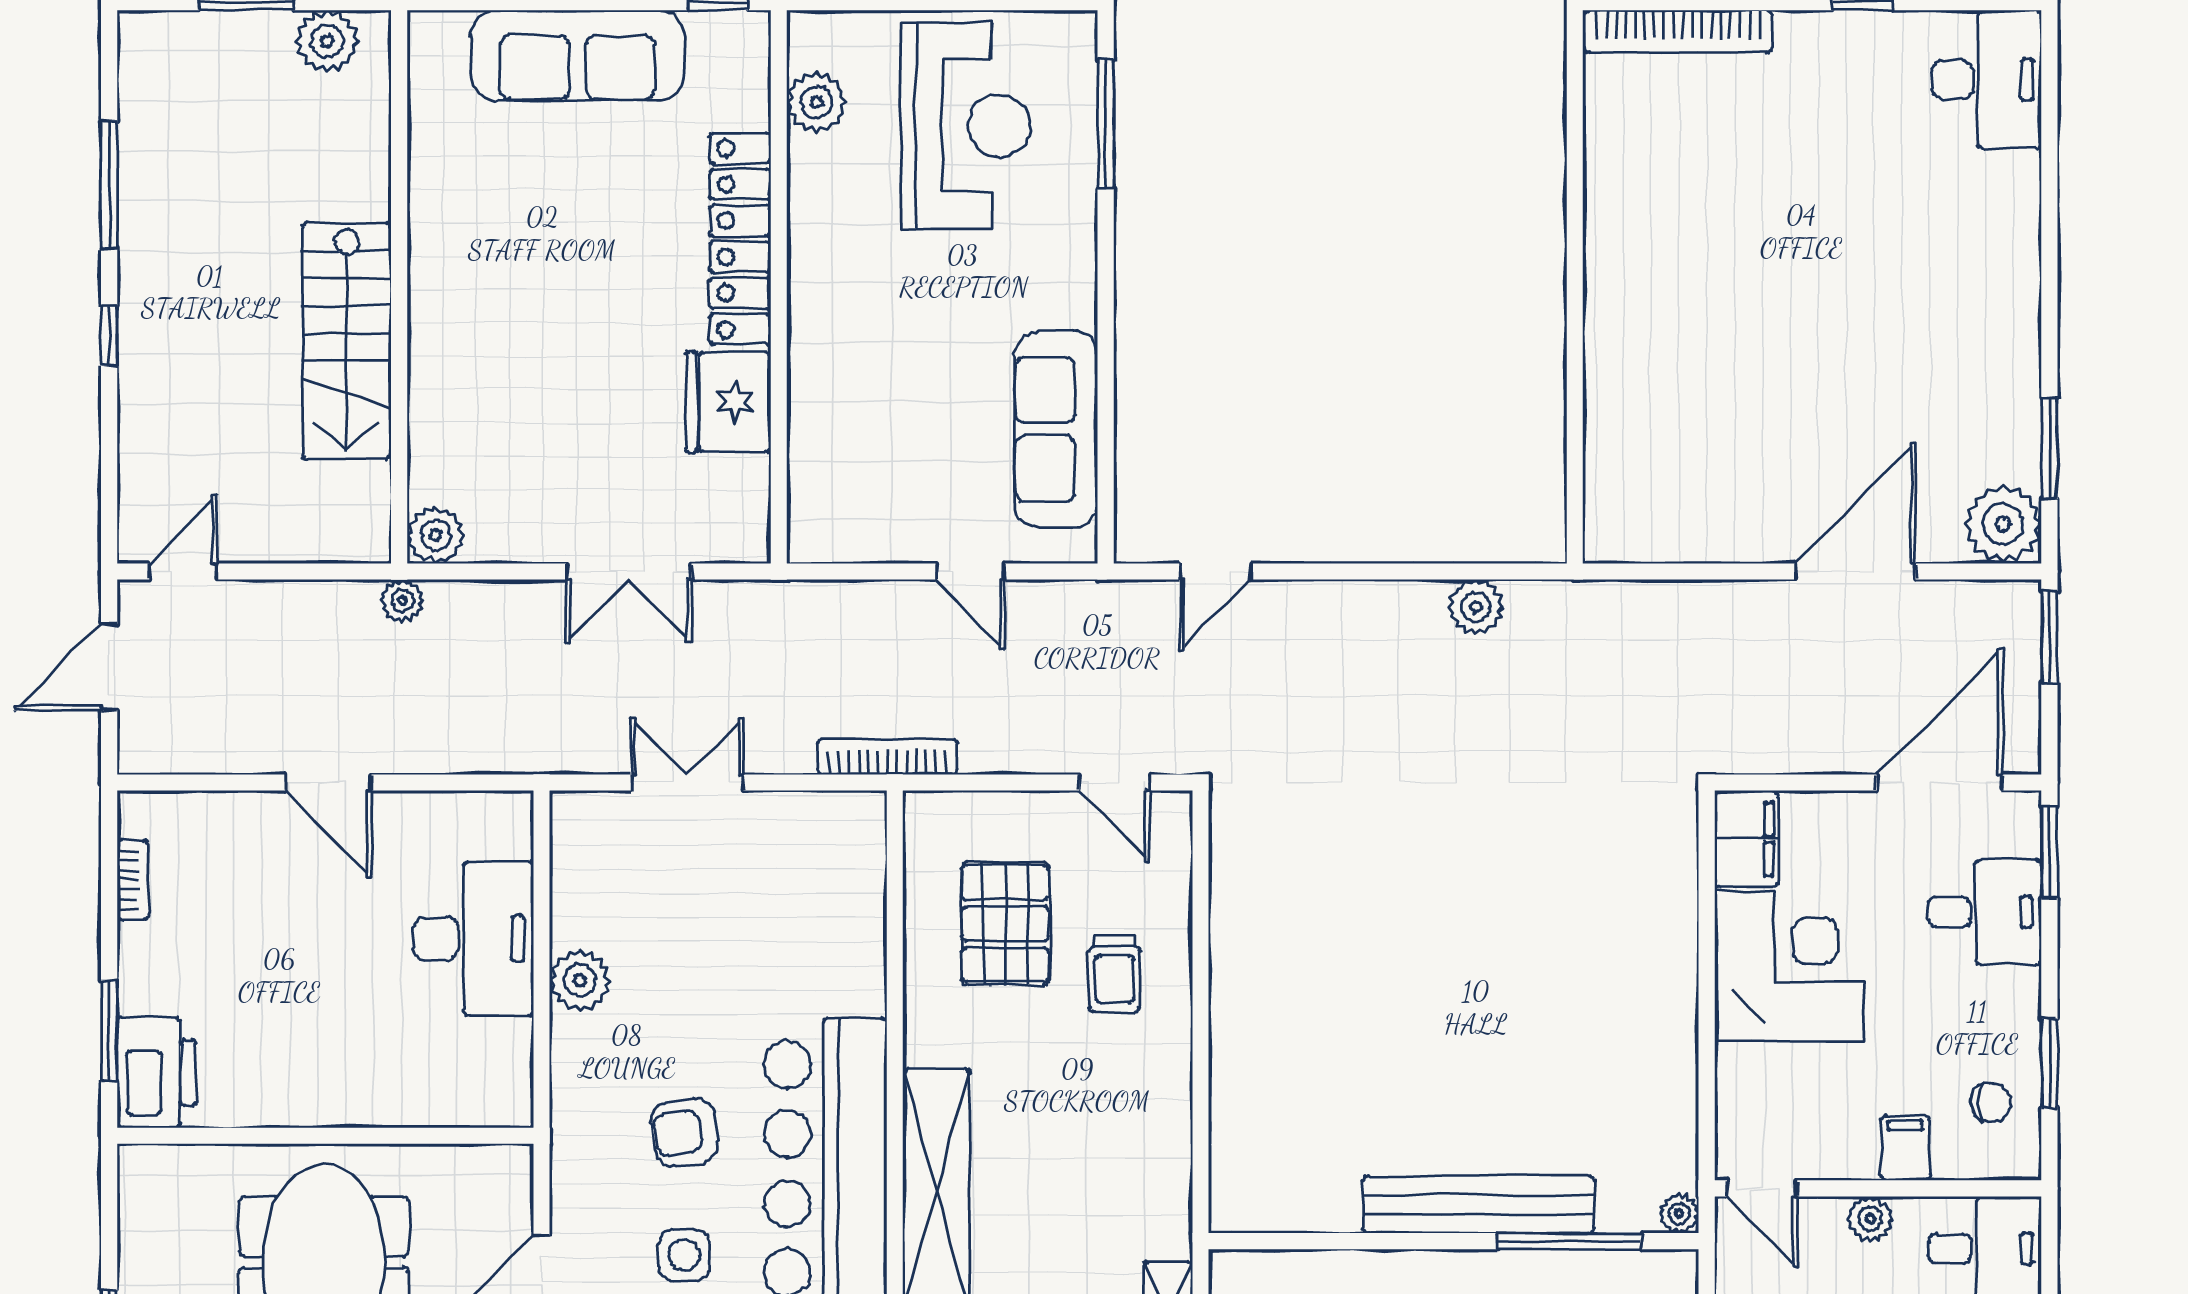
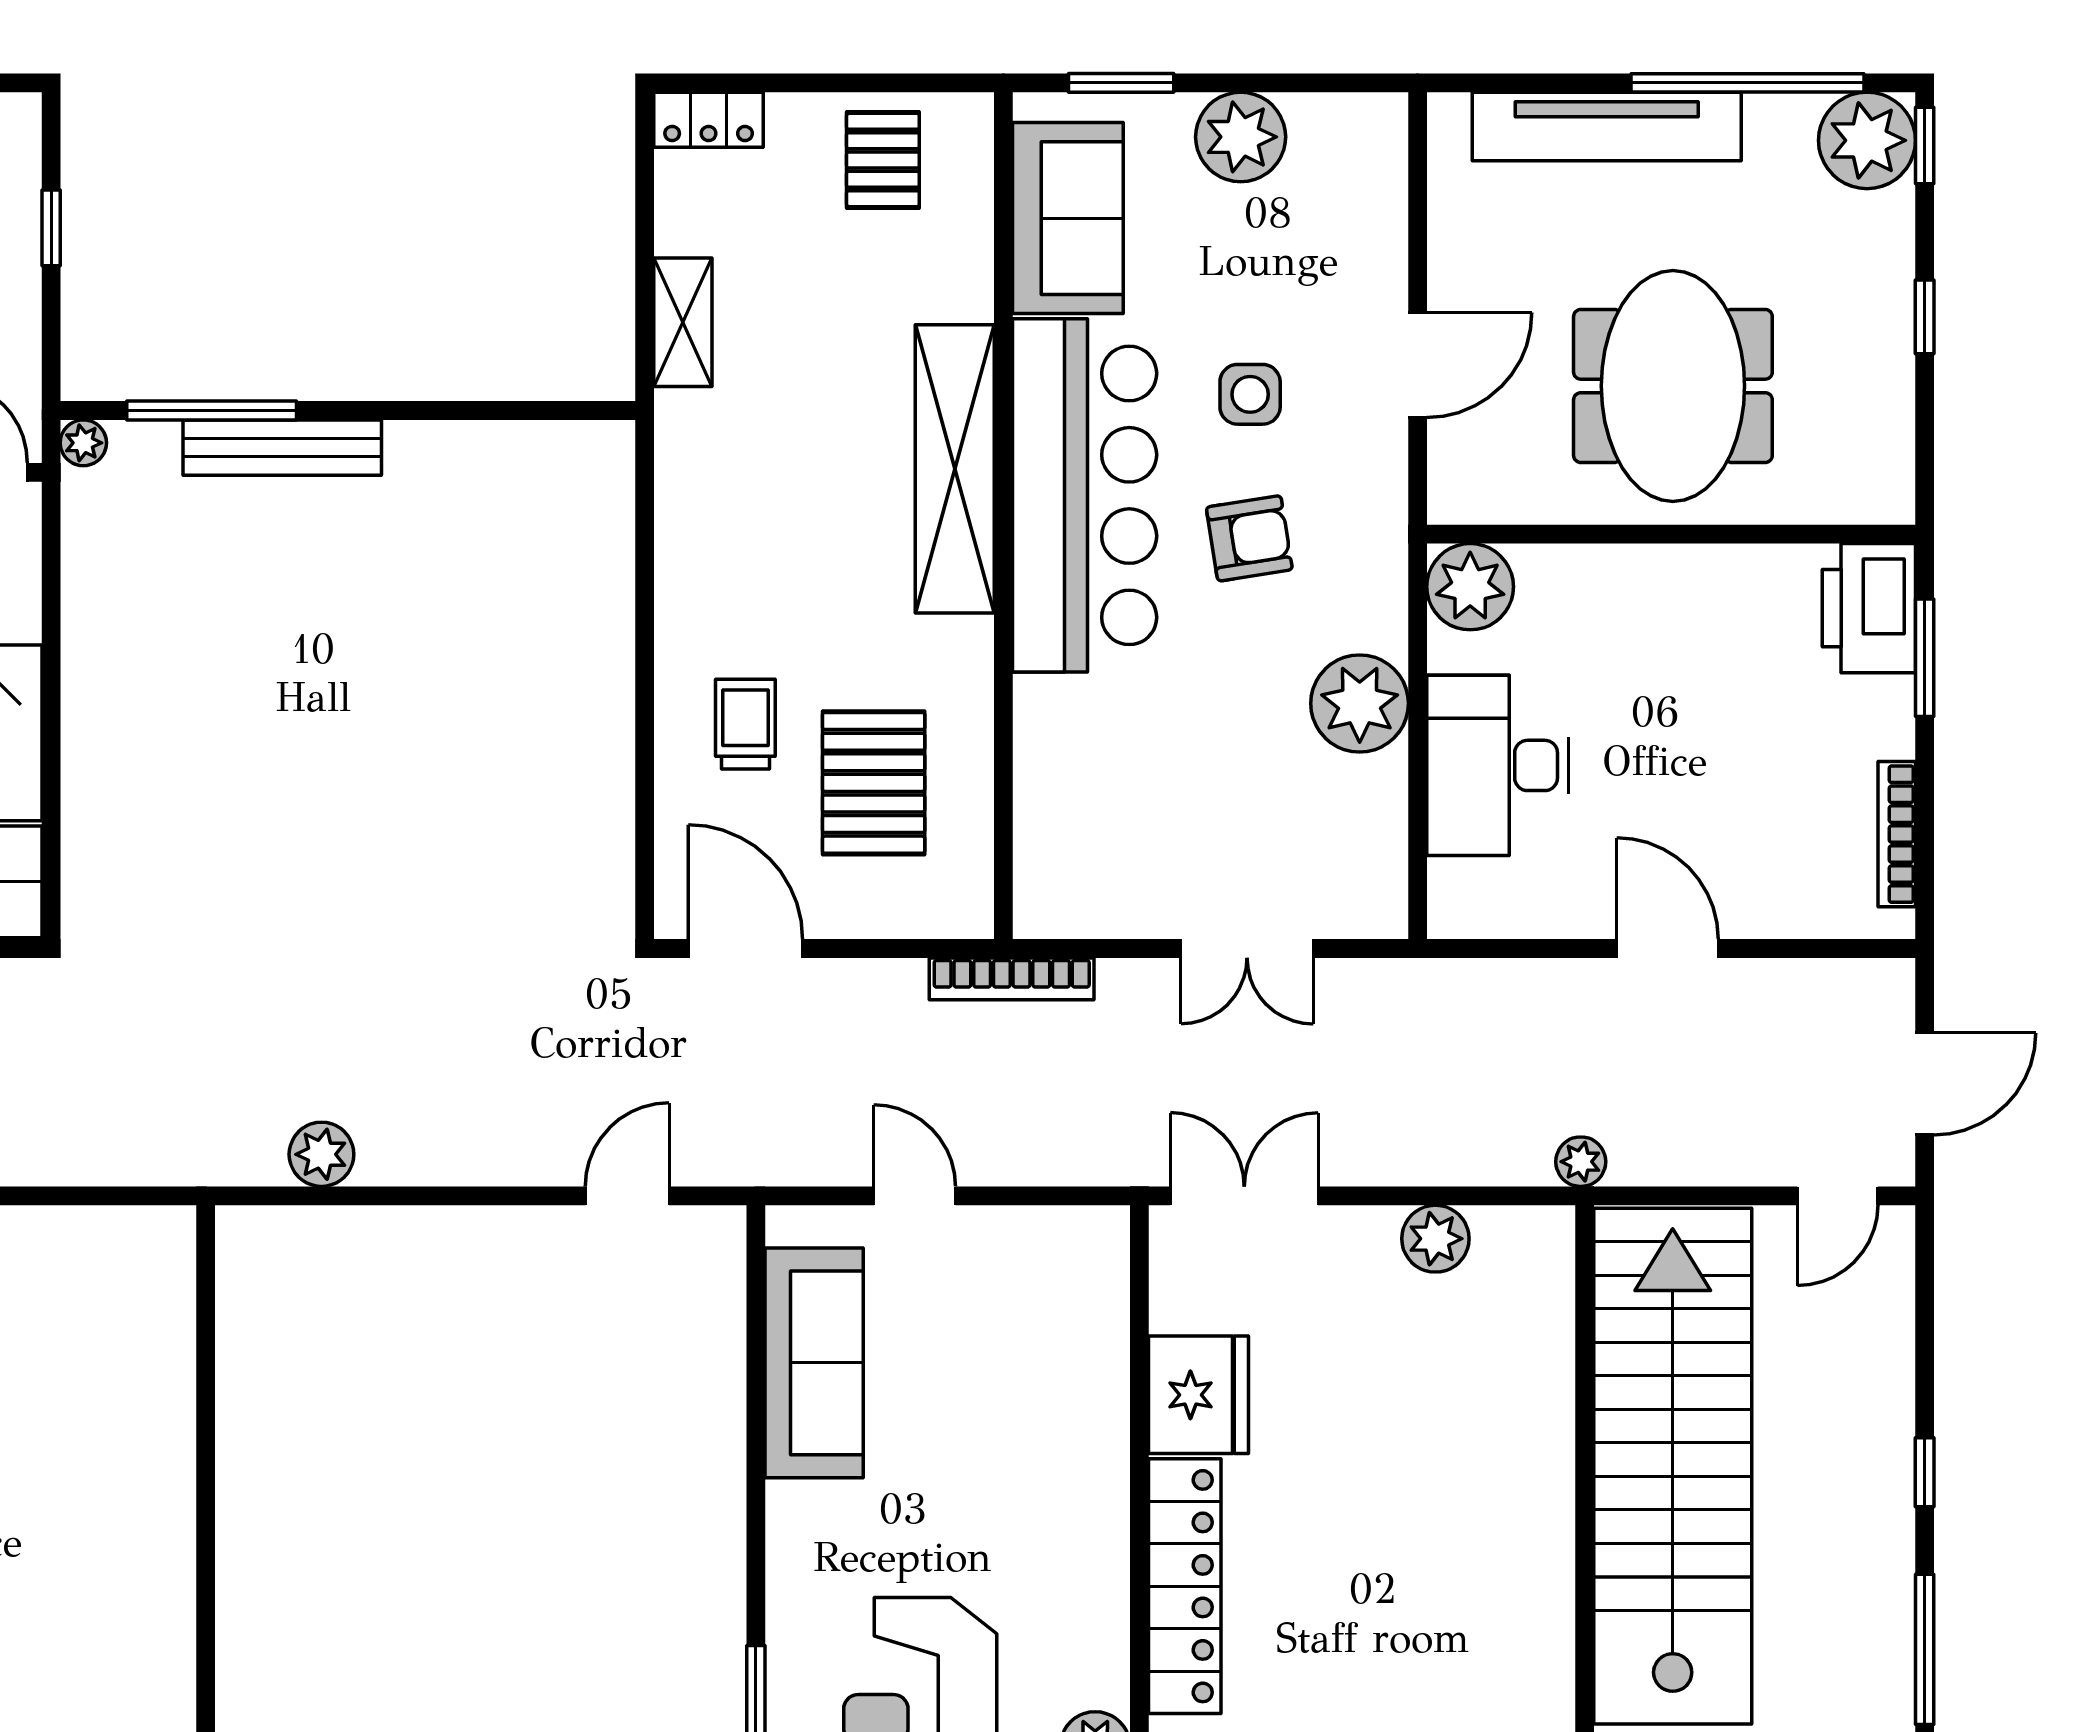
stairs: (347, 341) -> (1673, 1466), width x1.86, depth x1.51
plant: (436, 535) -> (1435, 1239), moved
double door: (629, 572) -> (1244, 1196), moved
door: (1115, 782) -> (745, 948), width x1.37
bookcase: (133, 880) -> (1897, 834), width x1.56
plant: (580, 980) -> (1360, 703), width x1.36, depth x1.36
plant: (497, 1091) -> (1470, 587), added
bench: (1479, 1204) -> (282, 448), width x0.73, depth x0.82

